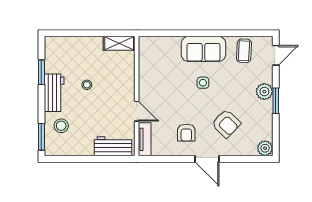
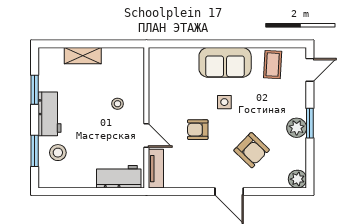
shelving: (119, 43) -> (83, 56), moved
stool: (87, 85) -> (118, 104), moved
plant: (264, 92) -> (297, 128), moved
armchair: (186, 133) -> (198, 130), moved, turned 90
window: (41, 137) -> (35, 151), moved

